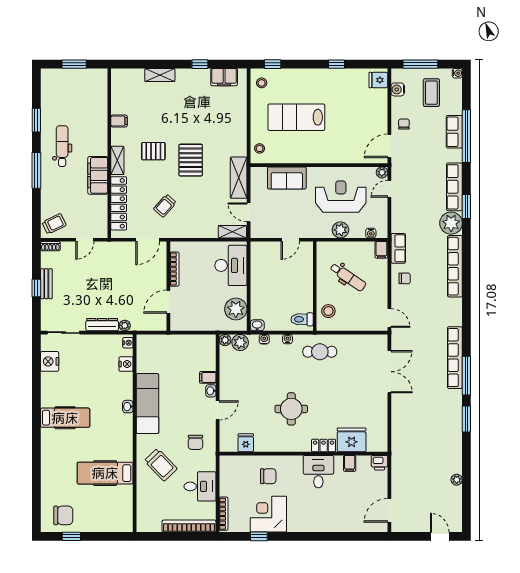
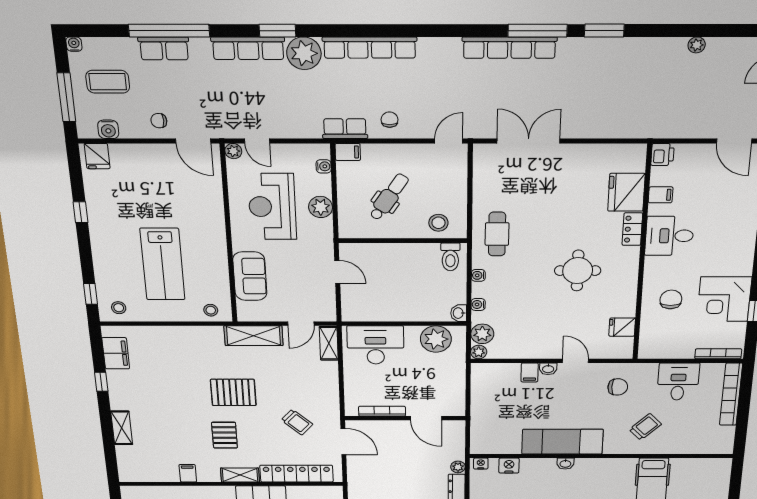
trolley: (161, 465) -> (645, 427), width x0.73, depth x0.72

